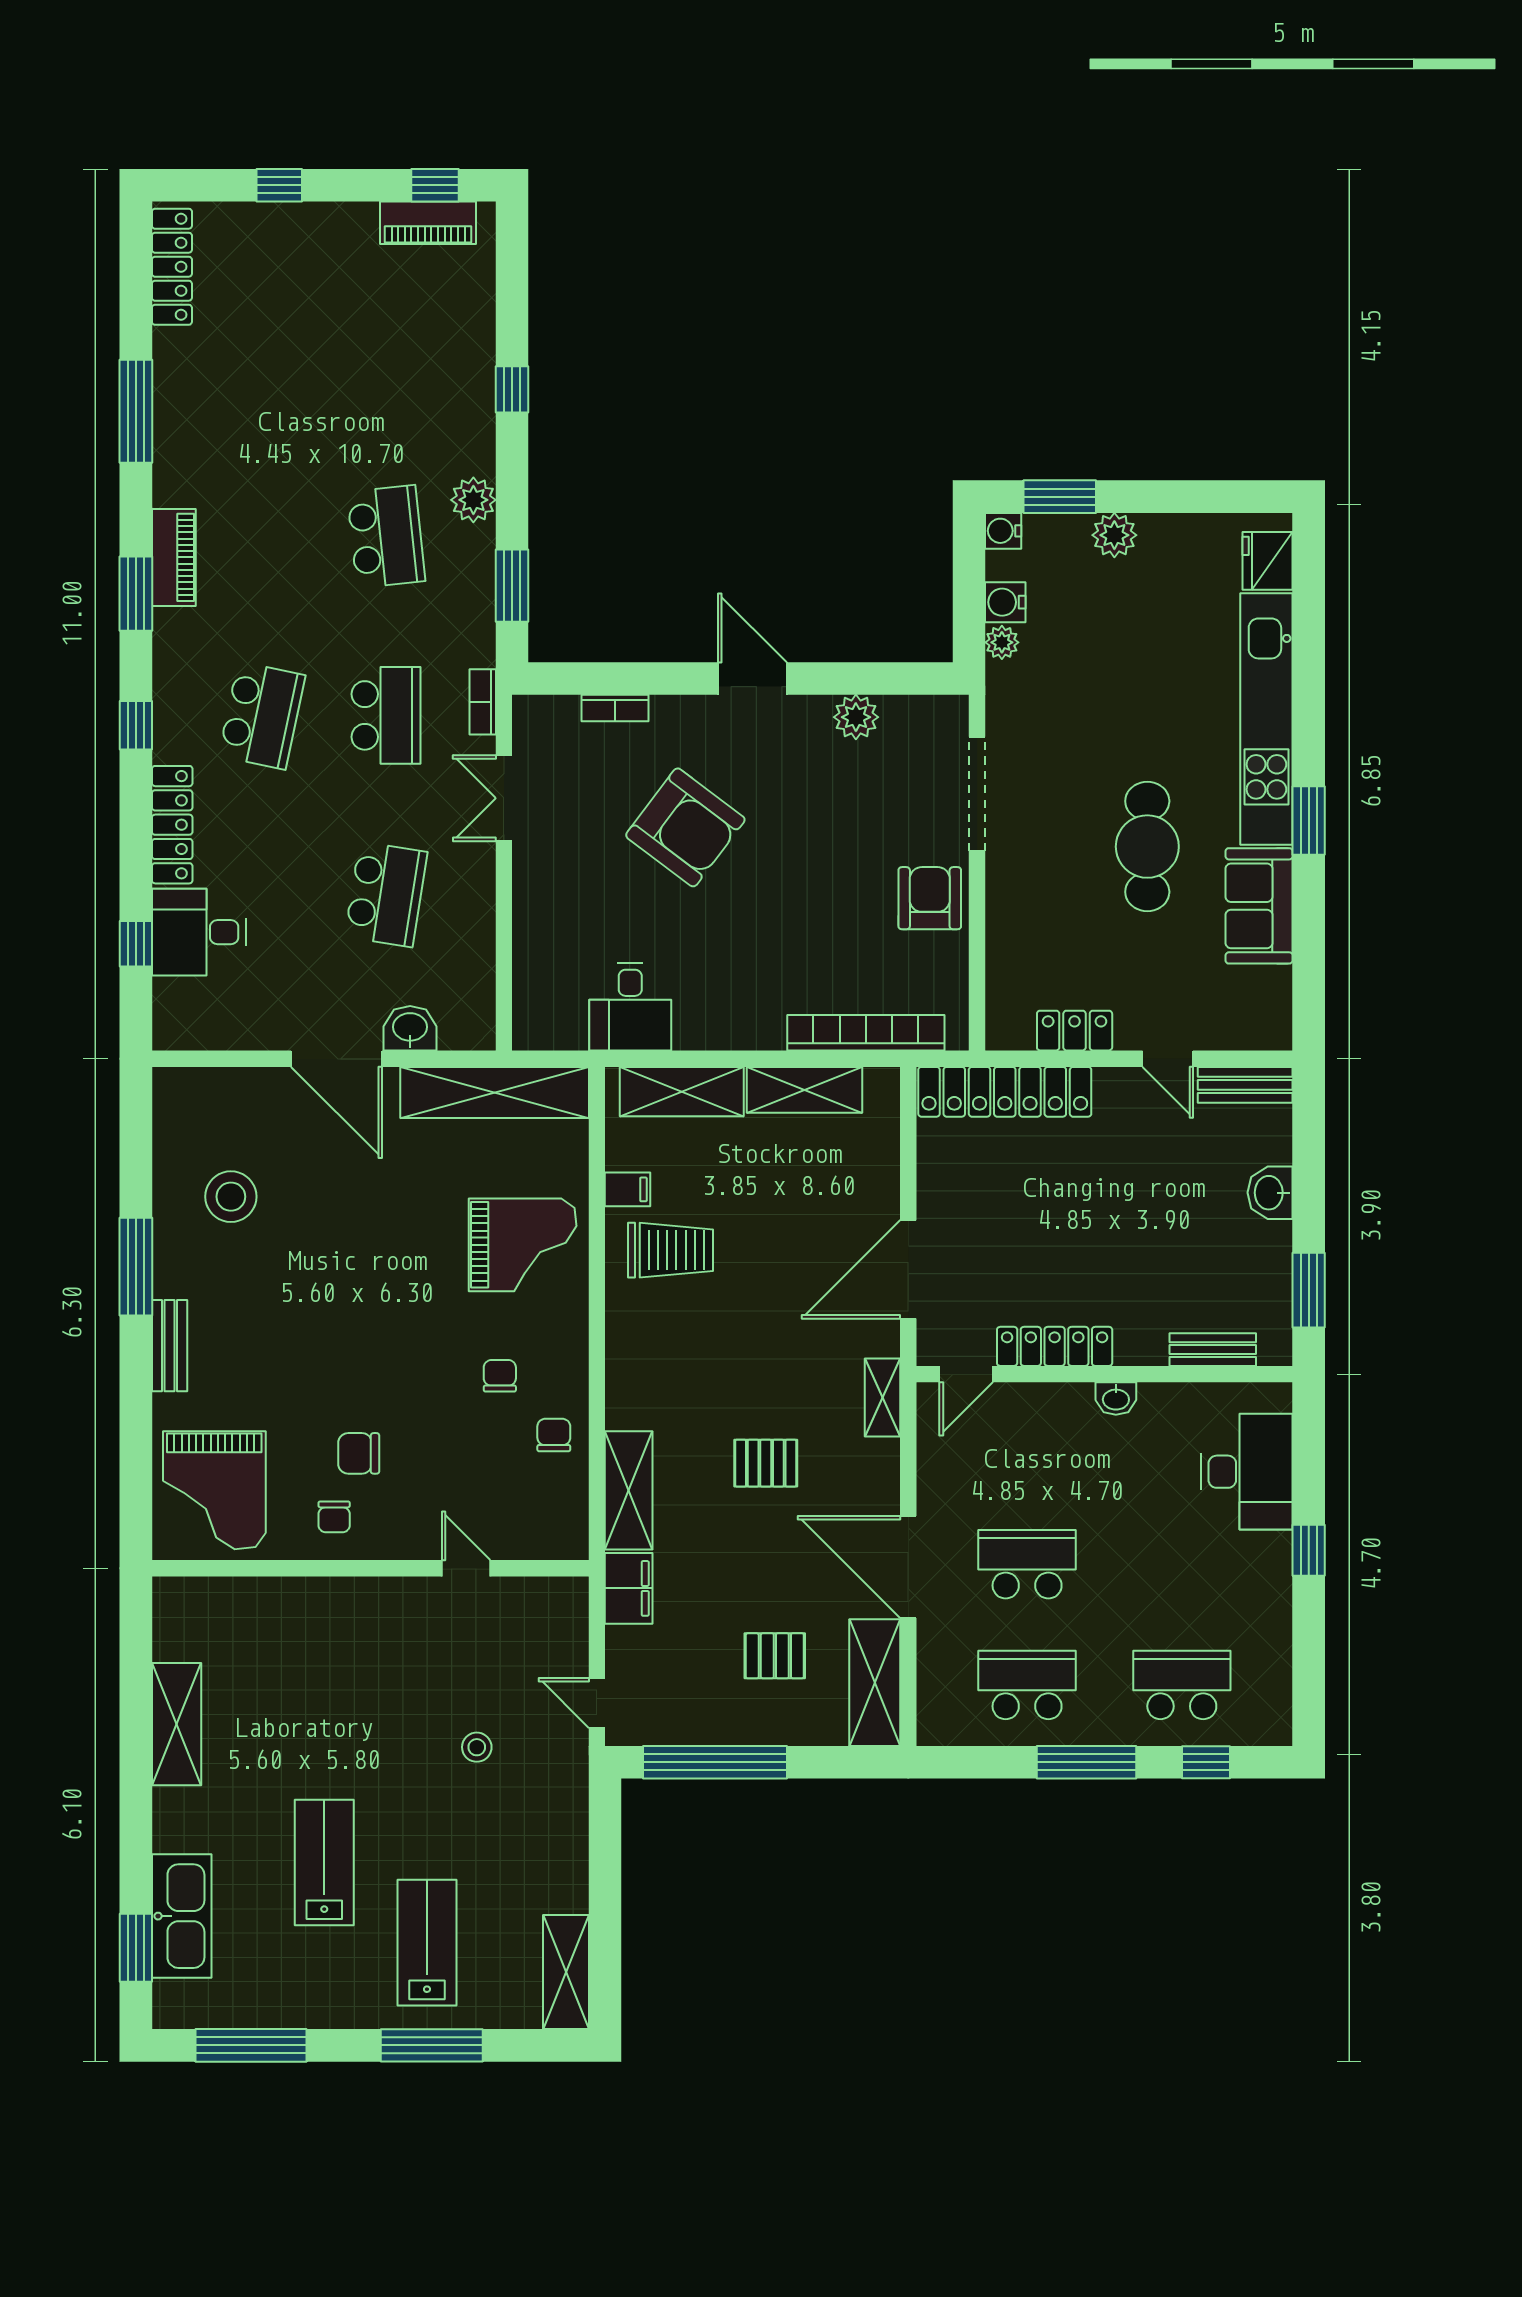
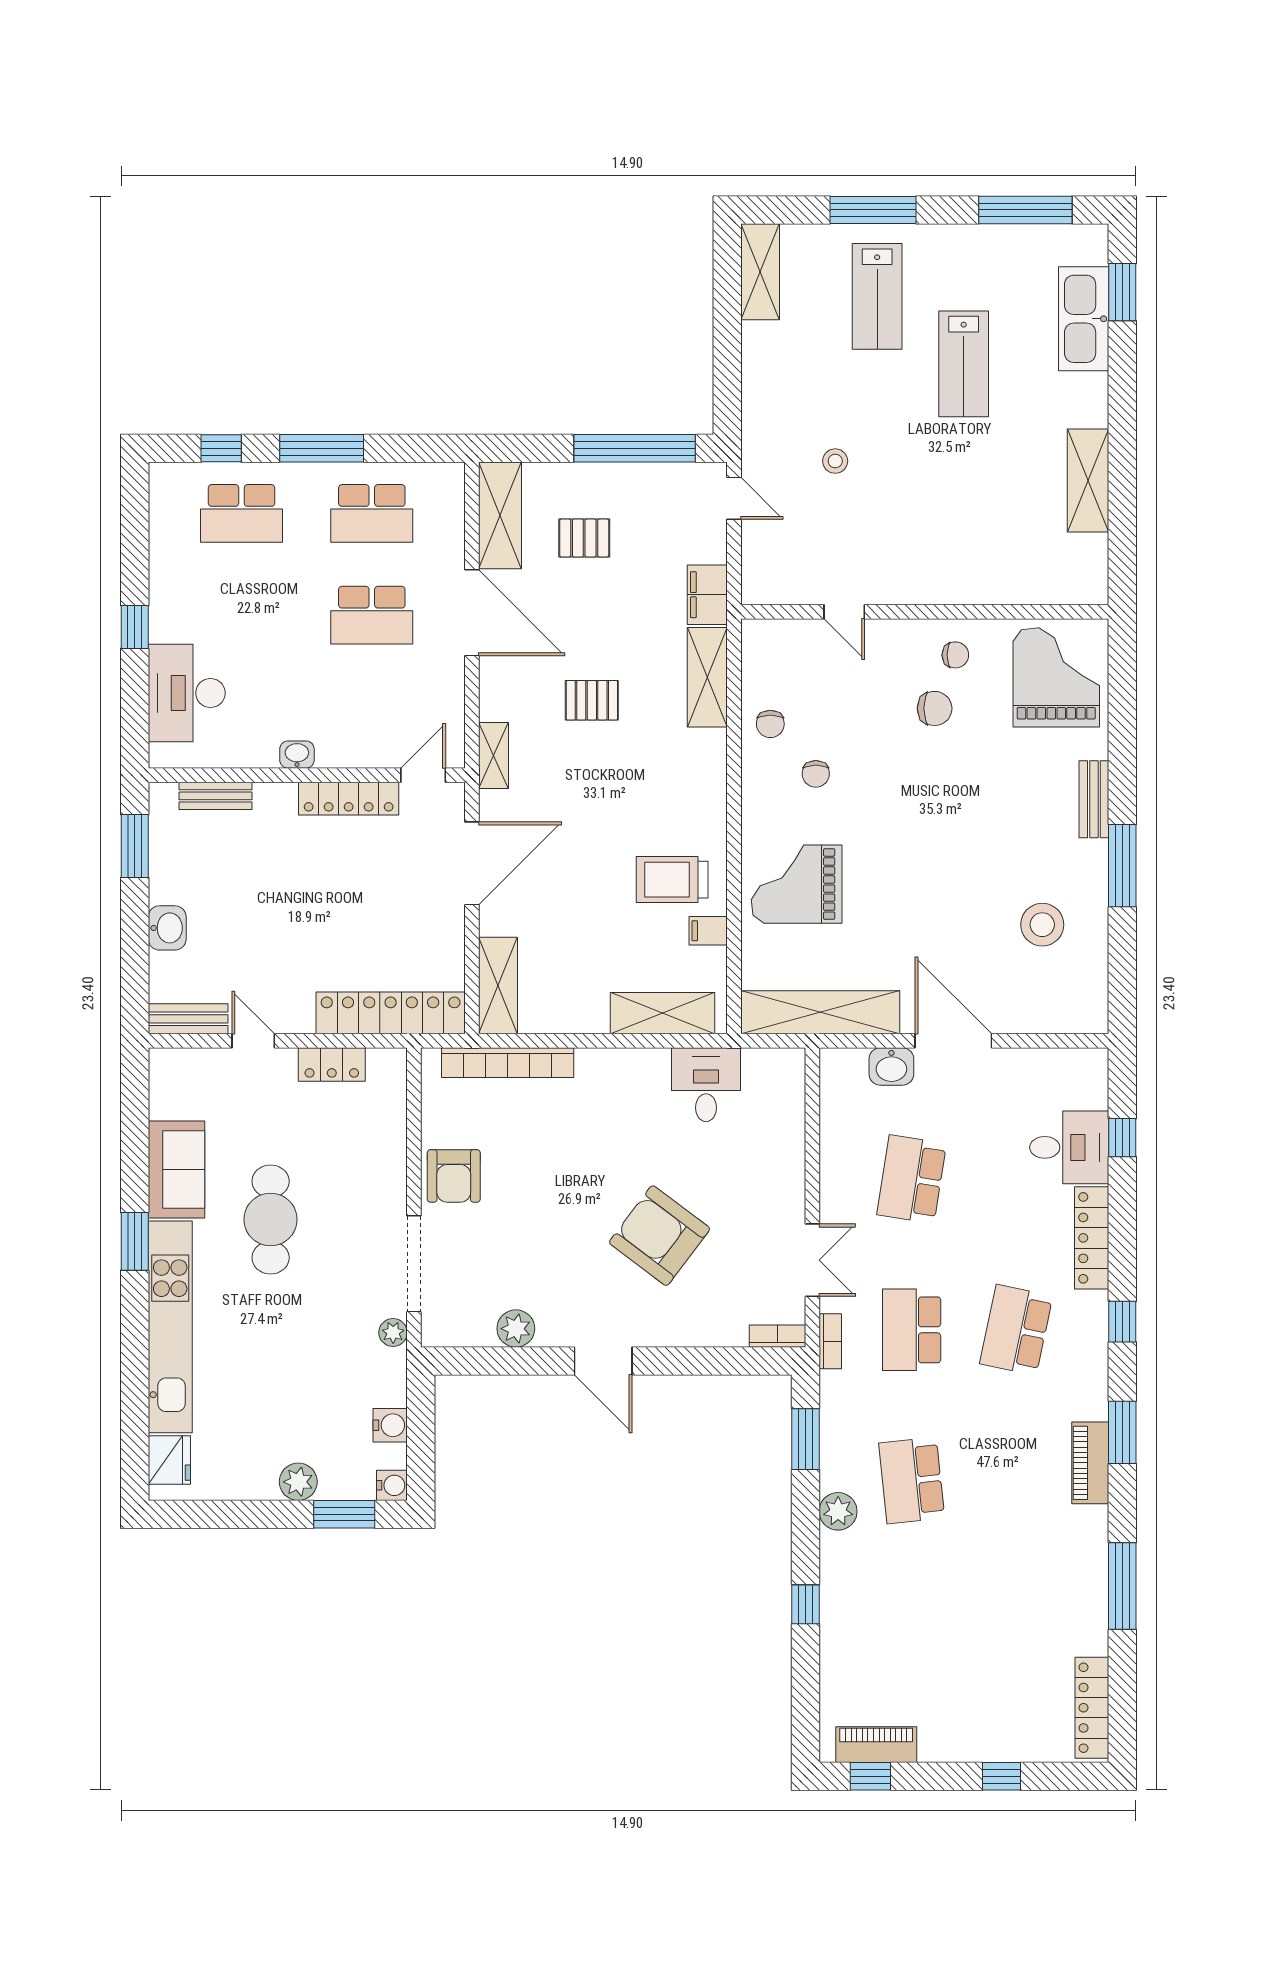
plant: (1002, 642) -> (393, 1333), moved
bookcase: (615, 708) -> (777, 1336), moved
shelving: (804, 1090) -> (498, 986), moved, turned 90
chair: (334, 1517) -> (955, 655), turned 90

